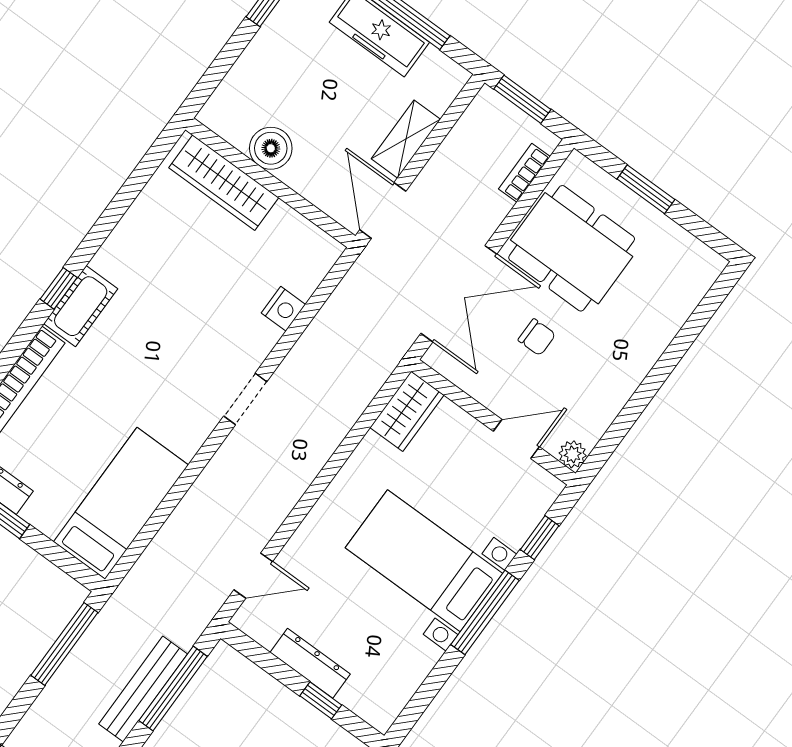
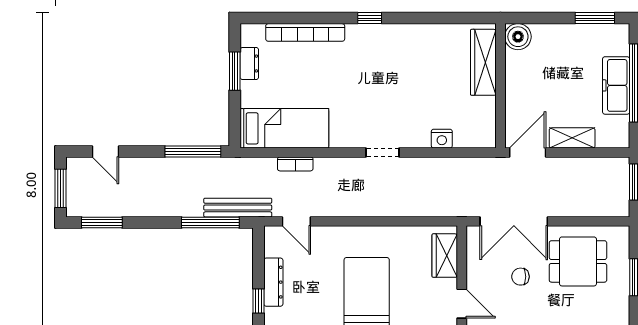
boiler: (271, 148) -> (518, 37), moved
bookcase: (524, 173) -> (295, 164), moved, turned 180
dining table: (572, 248) -> (578, 261), width x0.73
cot: (81, 306) -> (369, 36), removed
chair: (537, 337) -> (520, 277), turned 90
wardrobe: (407, 411) -> (445, 256), moved, turned 90
bench: (143, 689) -> (238, 208), moved

